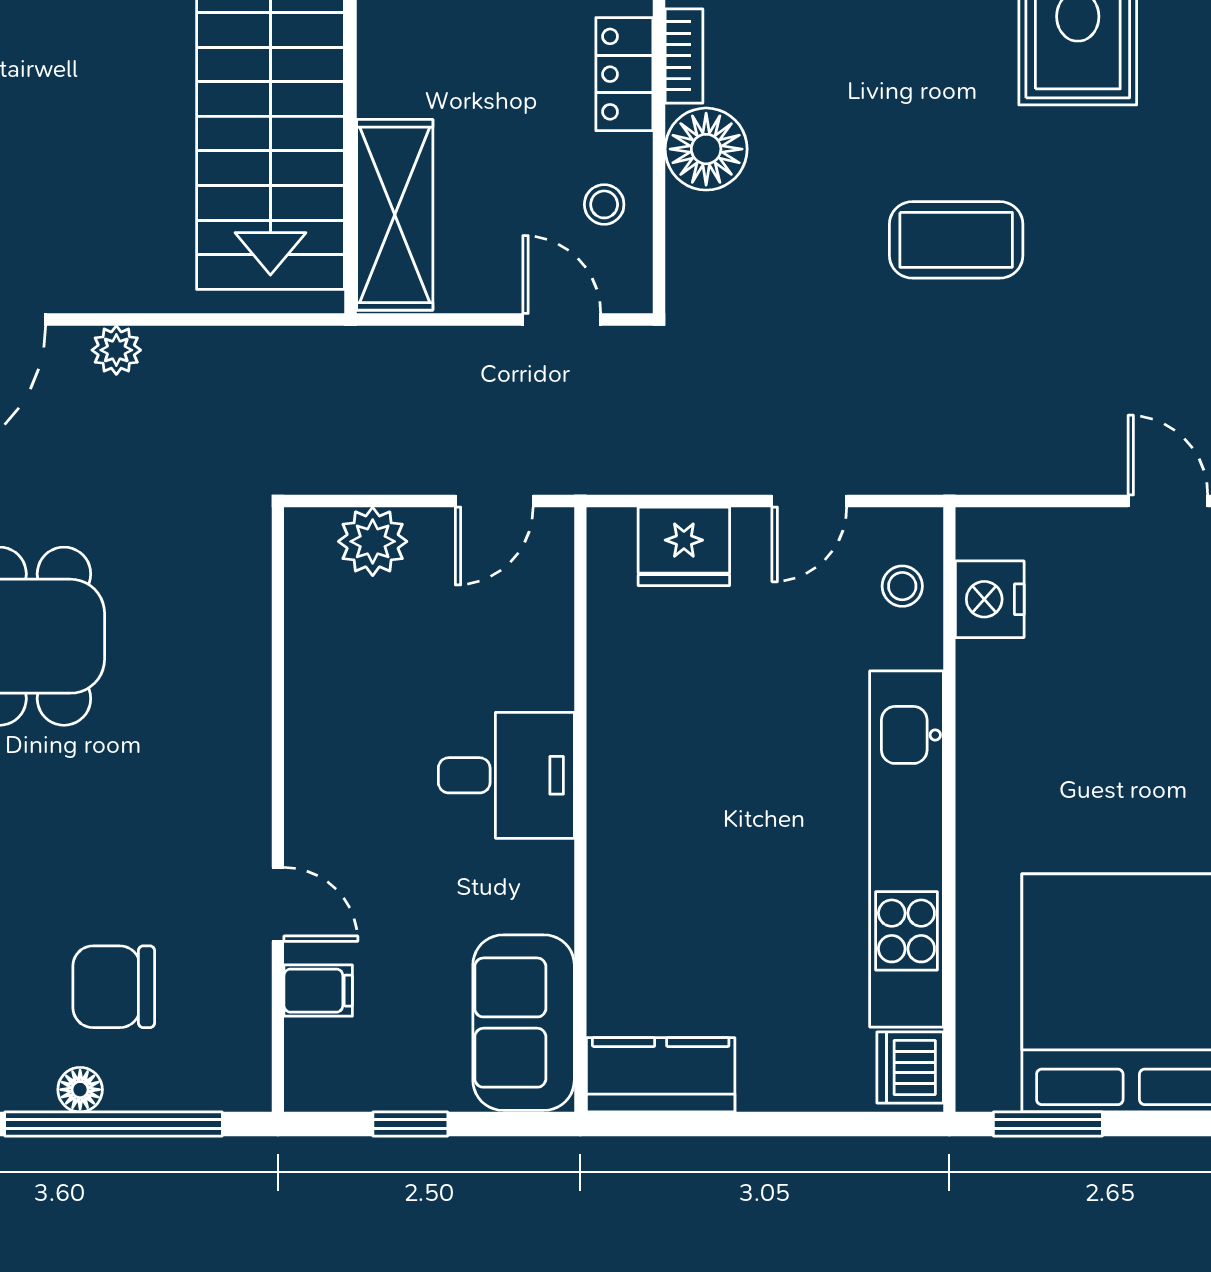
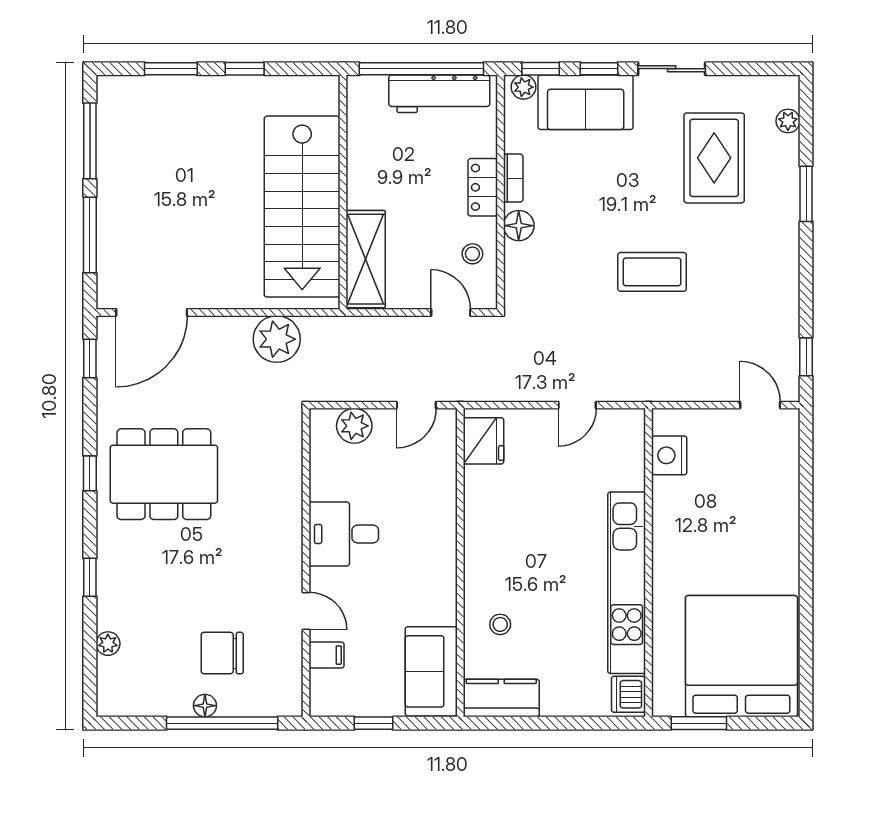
floor lamp: (706, 149) -> (519, 226), width x0.73, depth x0.73
plant: (116, 350) -> (277, 339), moved, width x1.88, depth x1.88
fridge: (684, 546) -> (483, 441), moved, turned -90
stool: (902, 586) -> (500, 624), moved
desk: (506, 775) -> (344, 534), moved, turned 180

